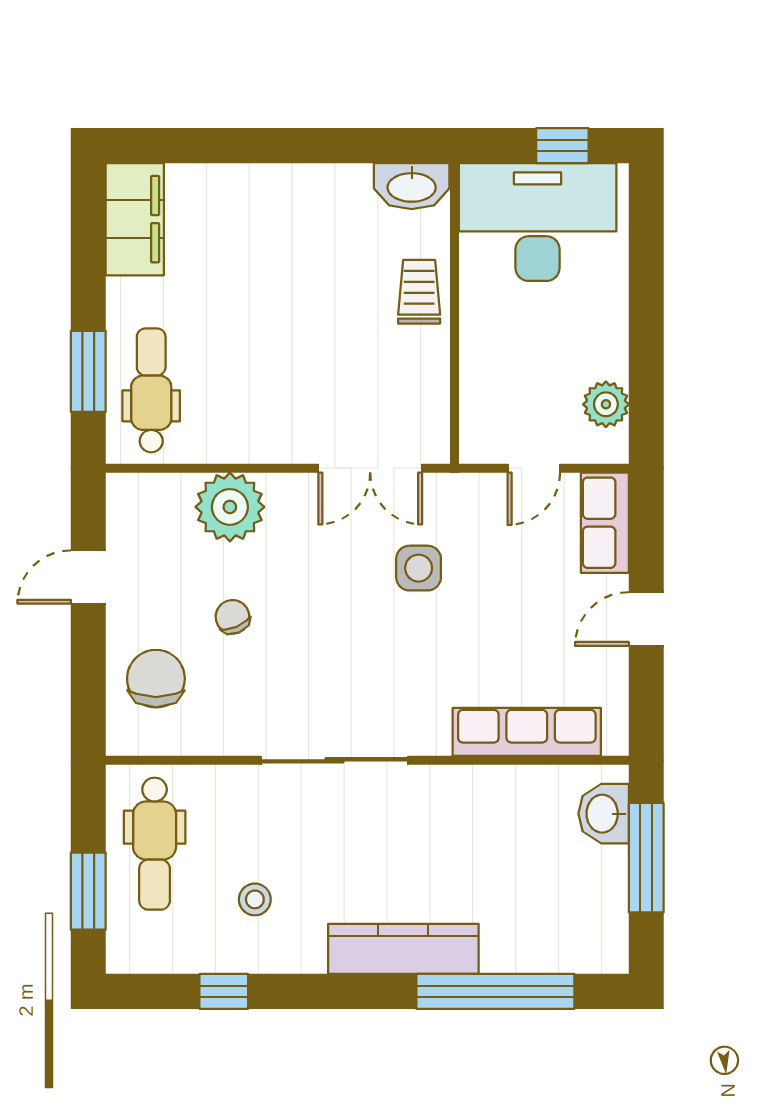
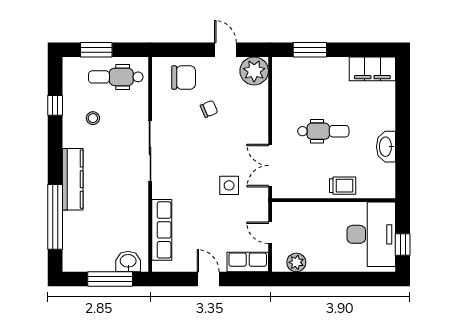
washbasin: (412, 186) -> (386, 147), moved
dental chair: (151, 390) -> (323, 131), moved
plant: (230, 507) -> (254, 71), moved

